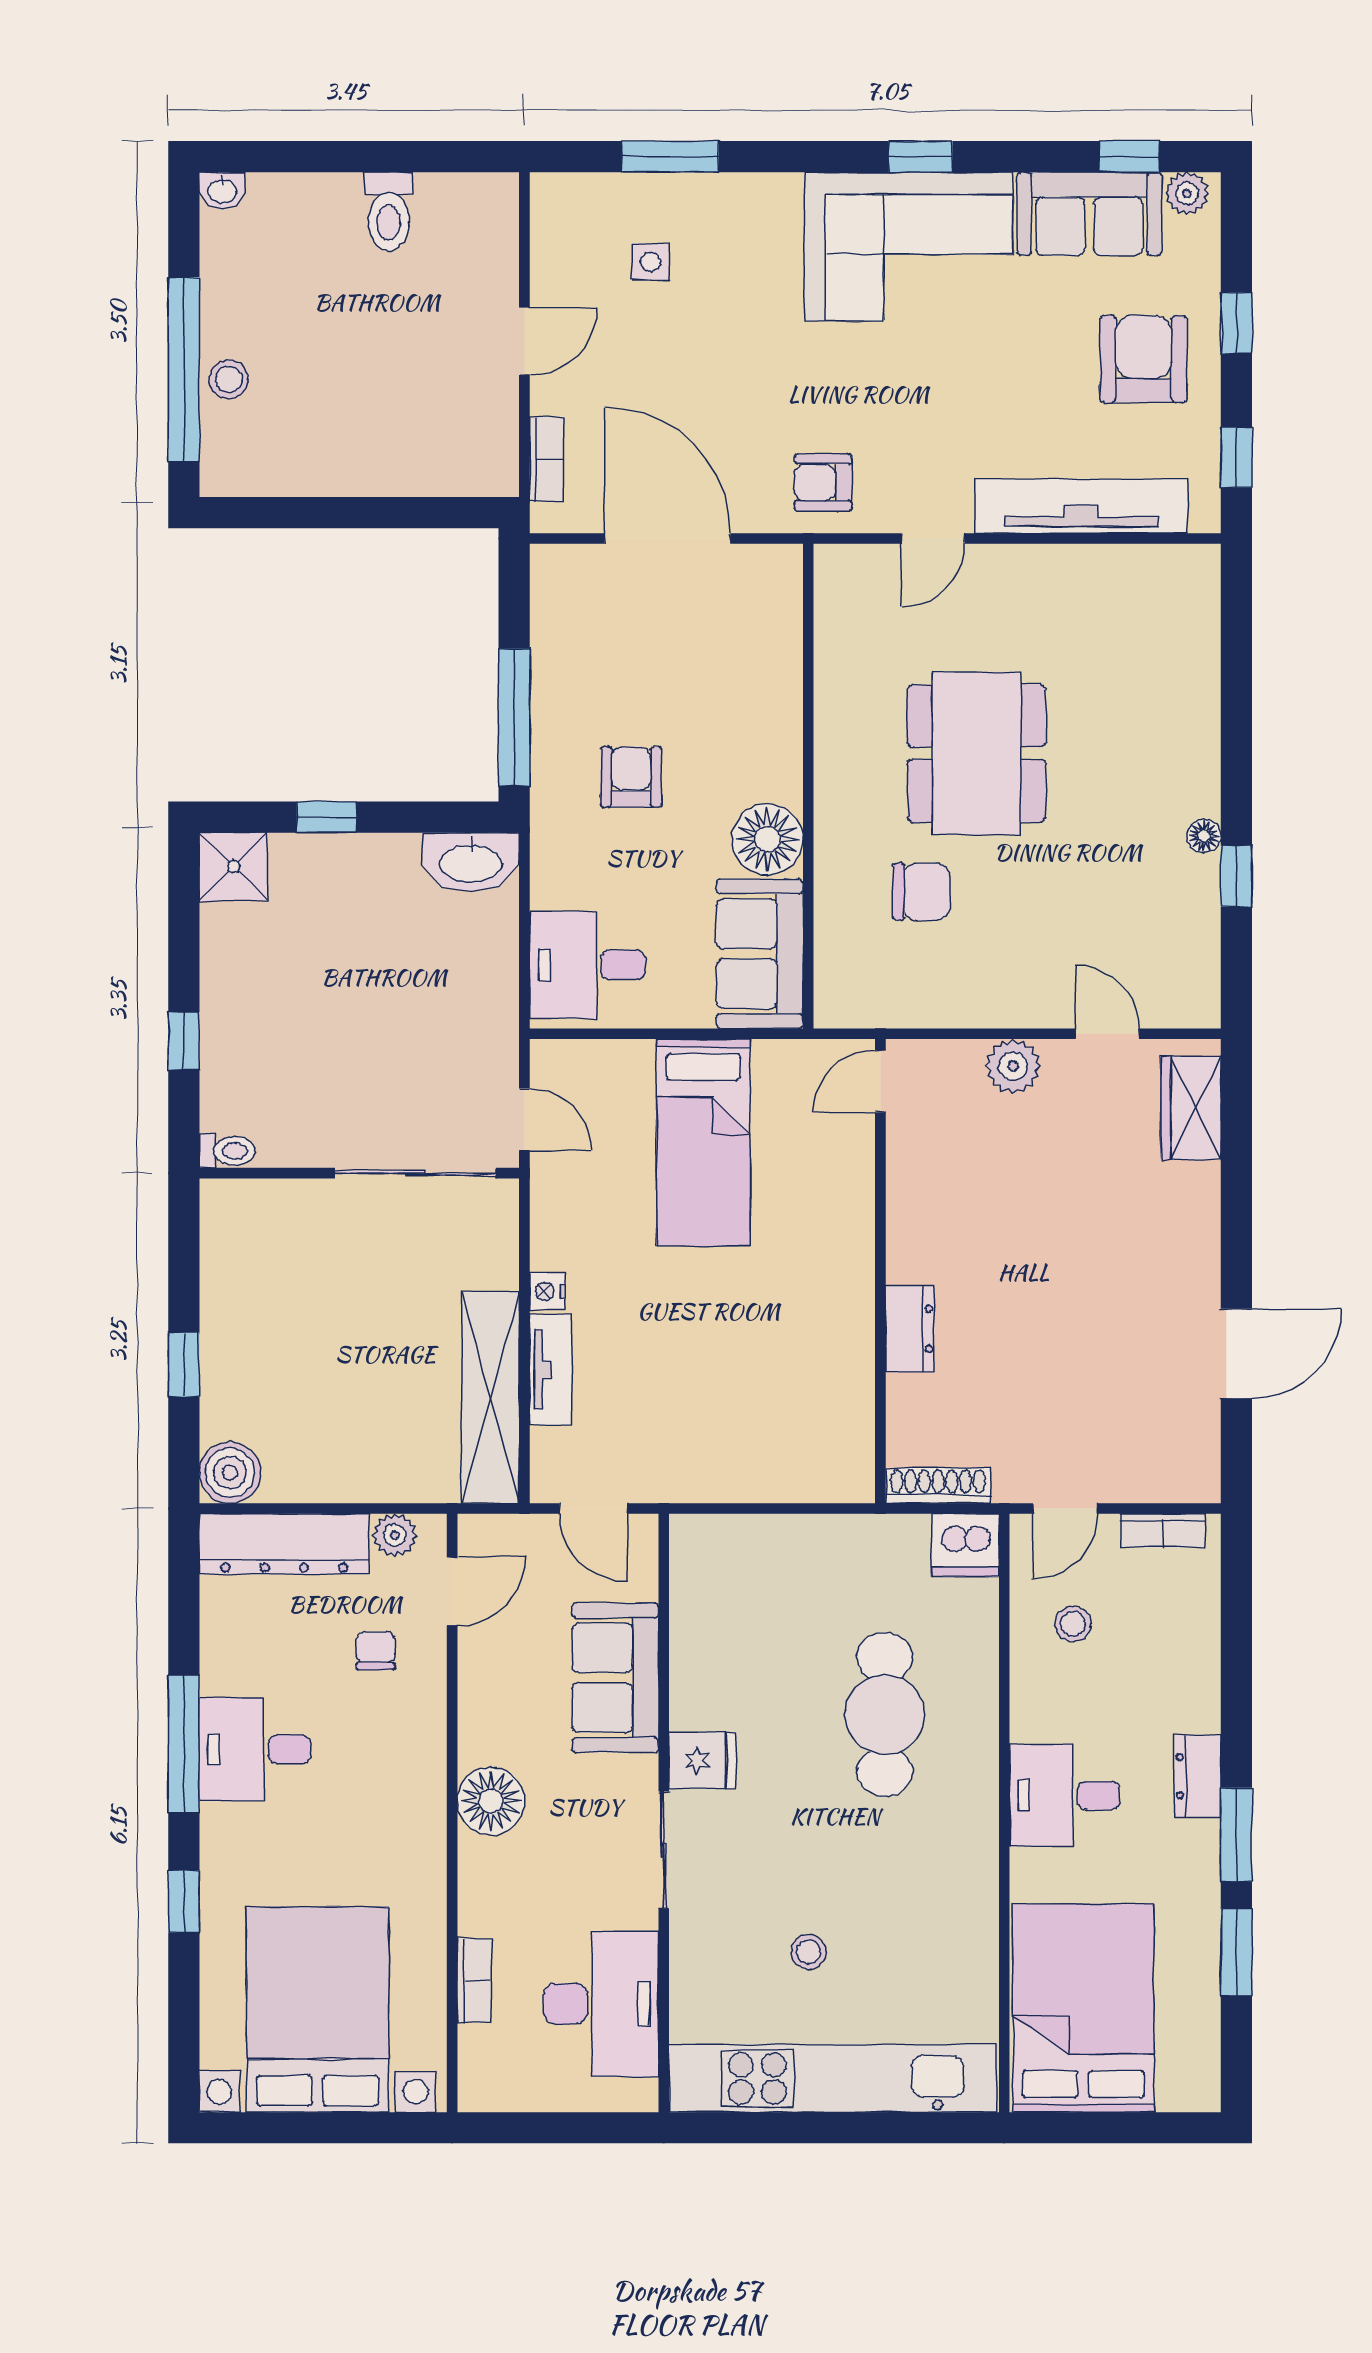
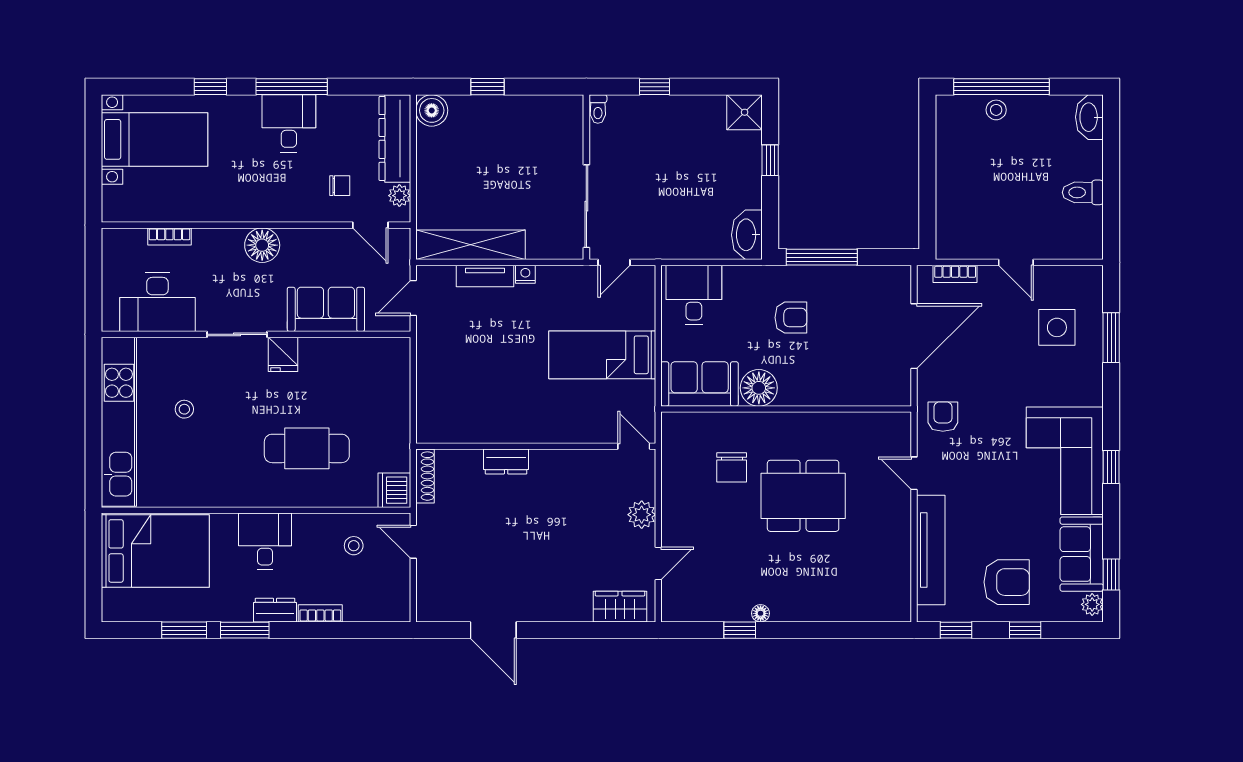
washbasin: (222, 191) -> (1089, 117), width x1.91, depth x1.45
side table: (650, 262) -> (1057, 327), width x1.87, depth x1.87
bookcase: (1163, 1531) -> (320, 613), moved, turned 90
bed with nightstands: (318, 2009) -> (155, 139), width x0.73

